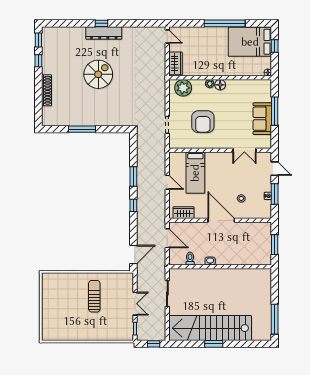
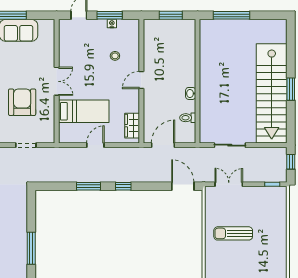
armchair: (203, 122) -> (22, 102), turned -90
double door: (244, 150) -> (57, 81), moved
door: (221, 220) -> (141, 80), width x0.53
double door: (135, 304) -> (229, 184), moved
window: (275, 319) -> (231, 15), moved

